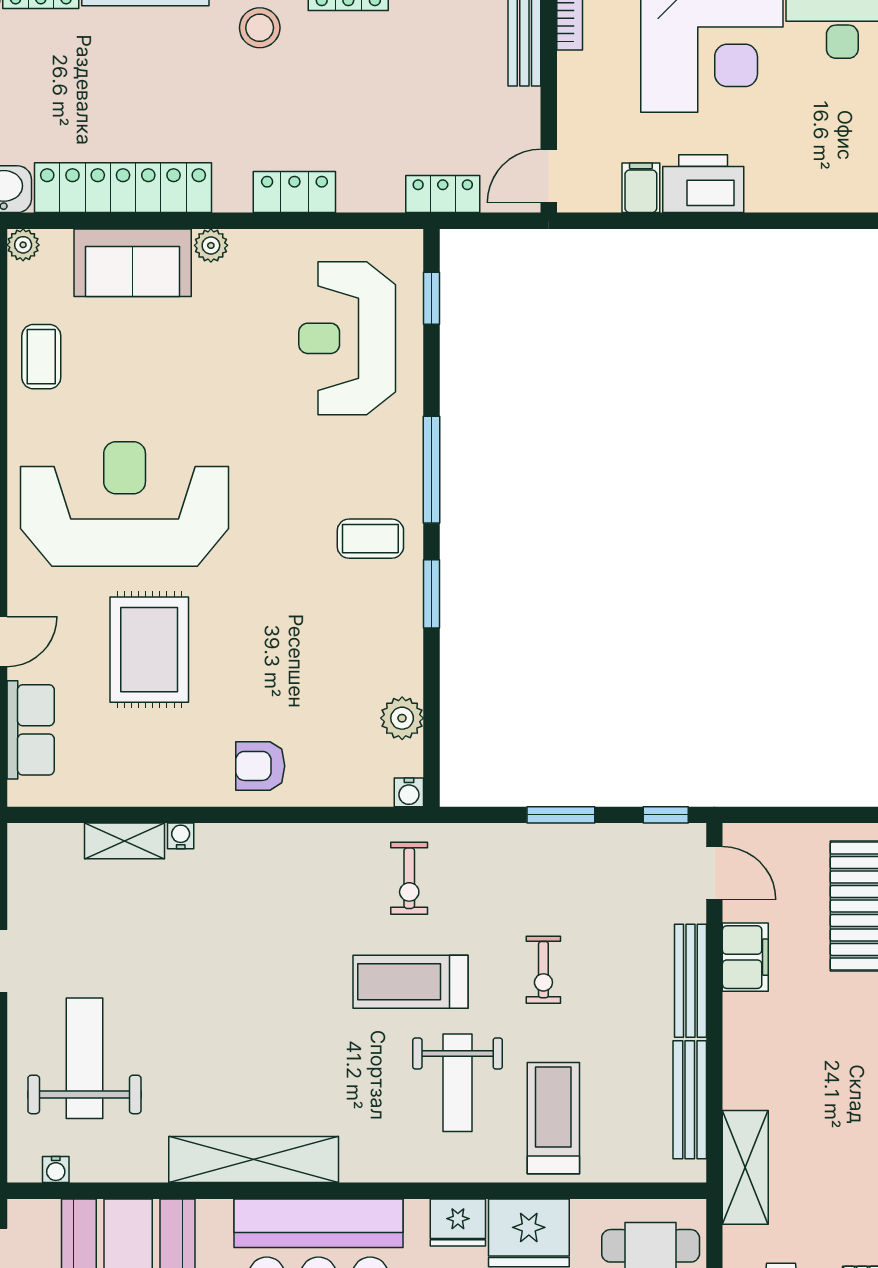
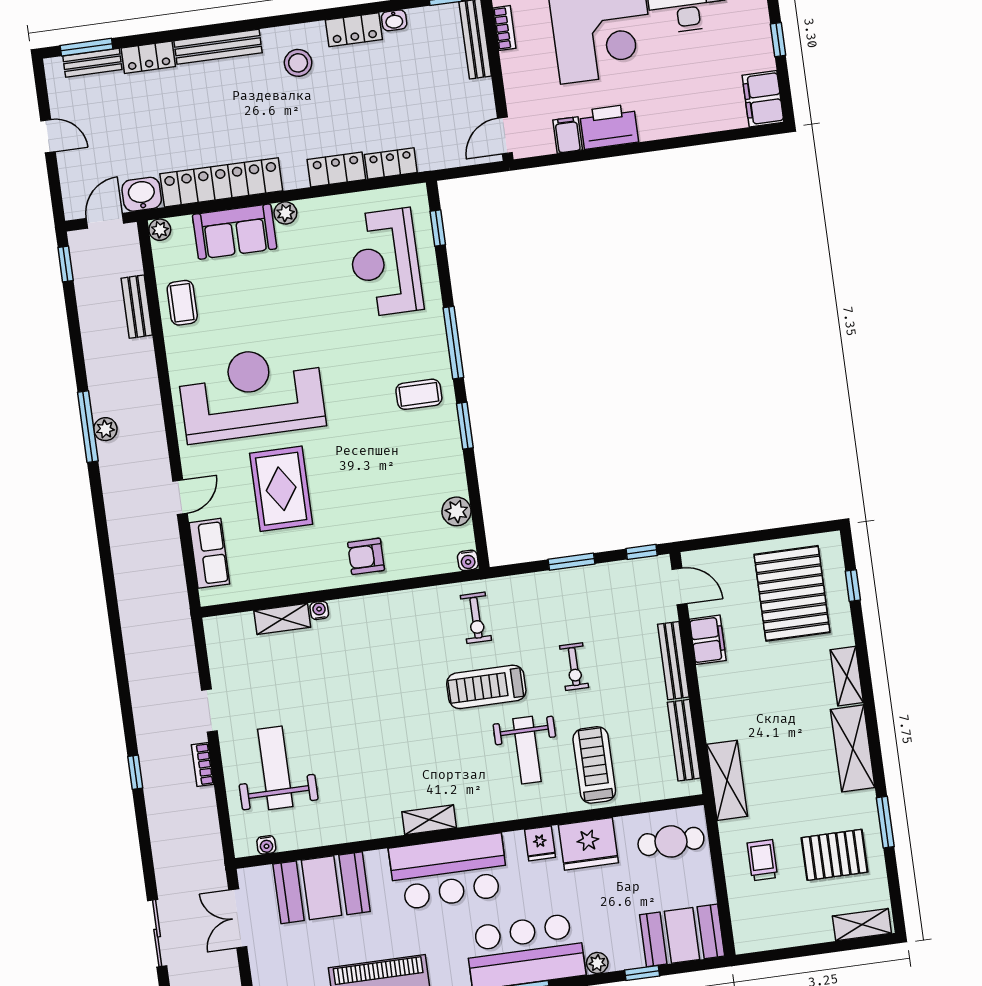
locker: (443, 194) -> (391, 163), moved
shelving: (254, 1160) -> (429, 820), width x0.45, depth x0.75
fridge: (458, 1222) -> (540, 843), width x0.72

